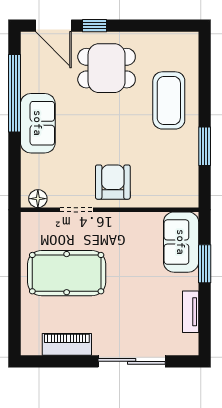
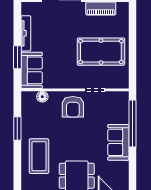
window: (14, 93) -> (132, 124), moved
floor lamp: (38, 199) -> (42, 97), moved
tv unit: (191, 312) -> (26, 33), width x1.41

